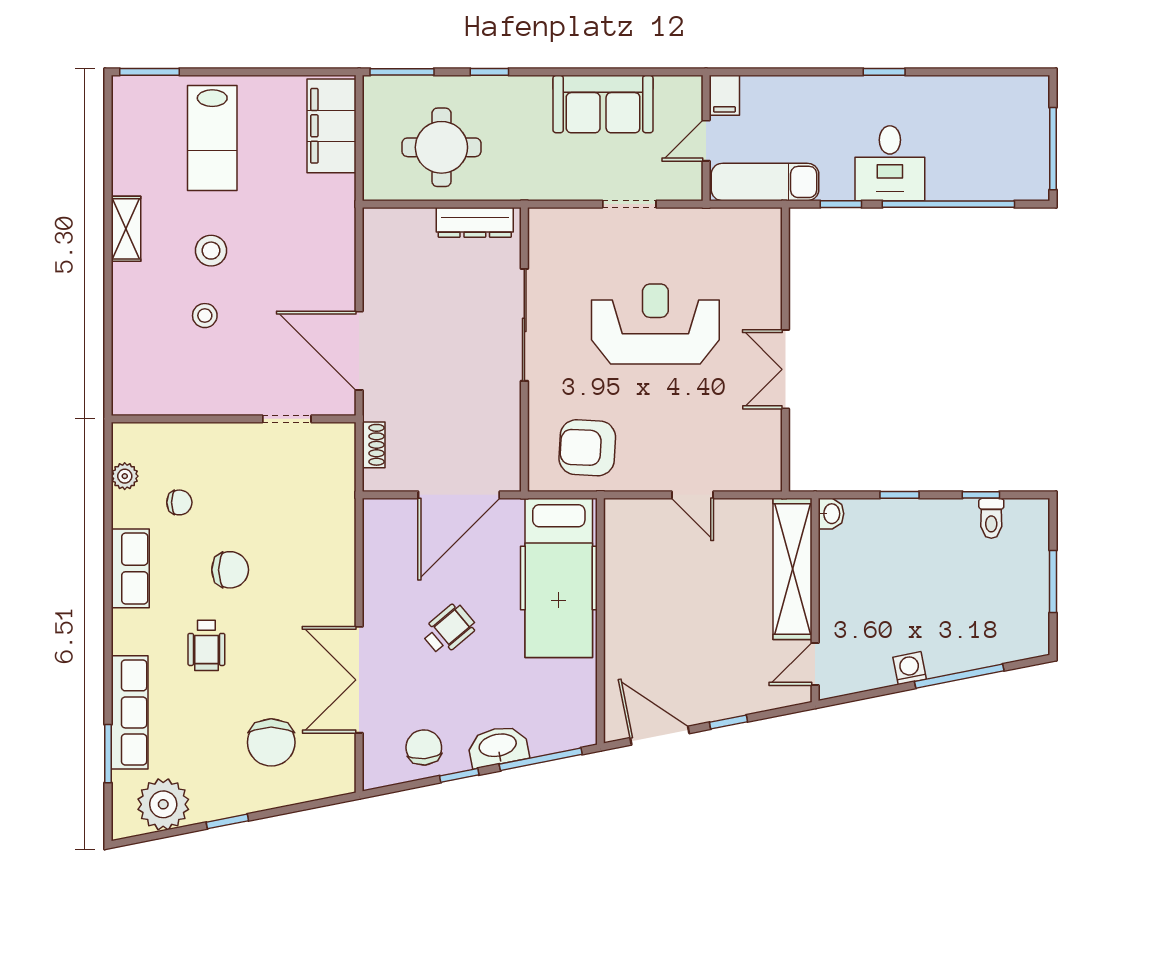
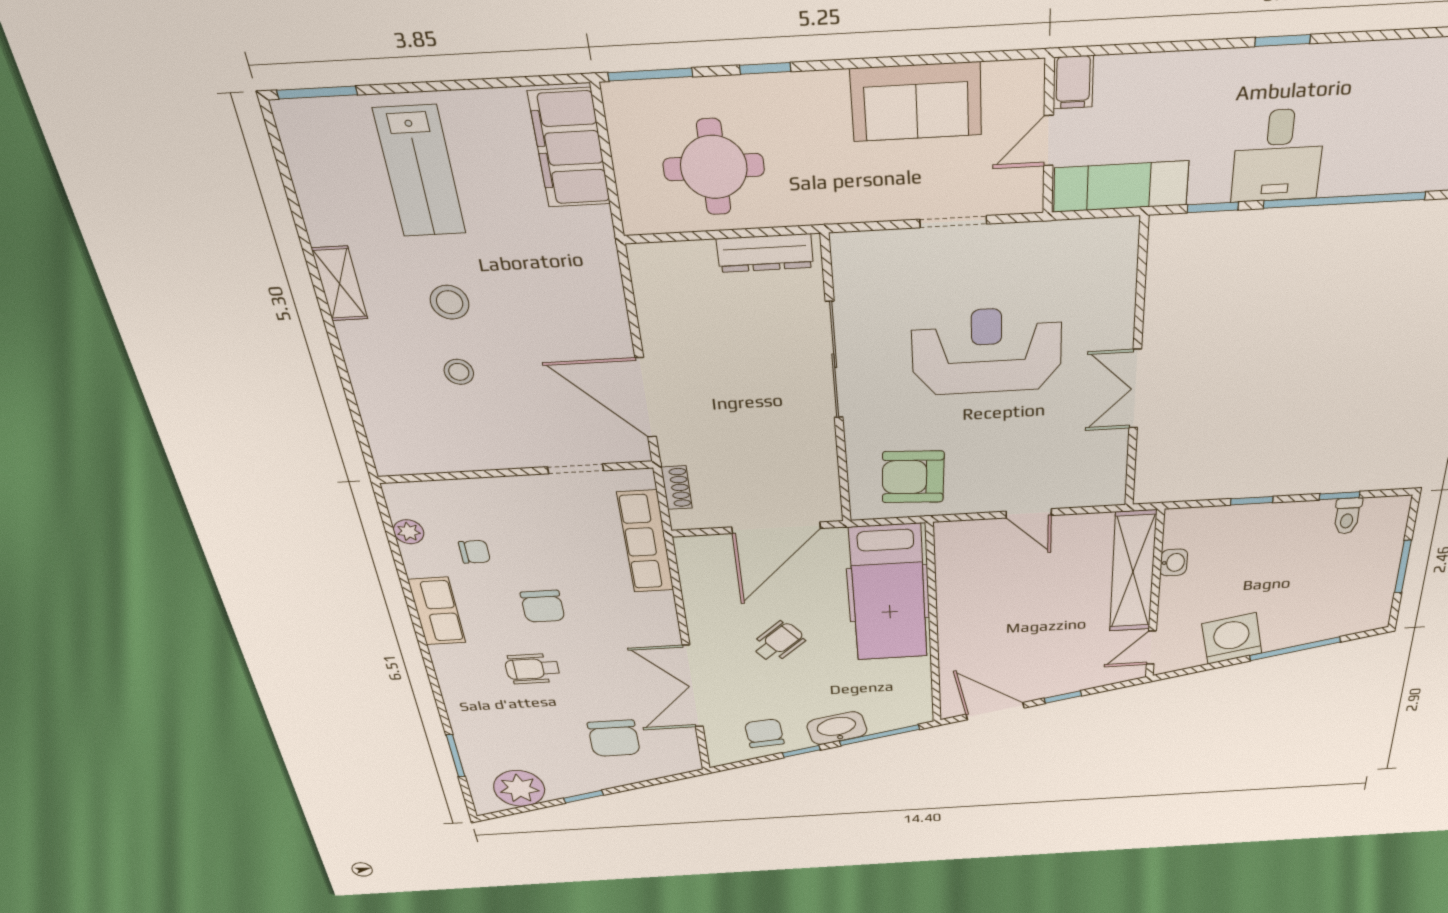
washbasin: (831, 514) -> (1174, 562), moved
chair: (230, 570) -> (543, 606), turned 90
wheelchair: (206, 645) -> (532, 669), turned 90
washing machine: (910, 668) -> (1232, 639), width x1.89, depth x1.89
row of seats: (130, 712) -> (646, 542), moved, turned 180

